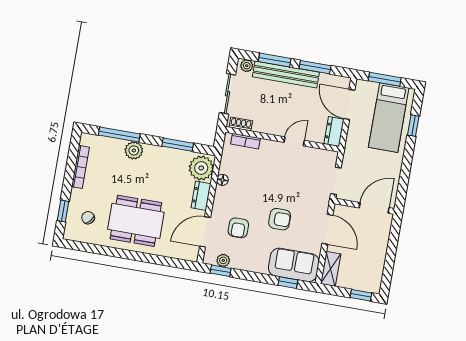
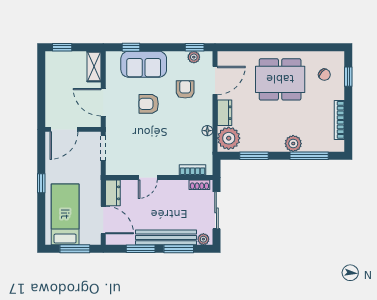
window: (413, 126) -> (41, 183), moved
sofa: (294, 265) -> (144, 64), moved

